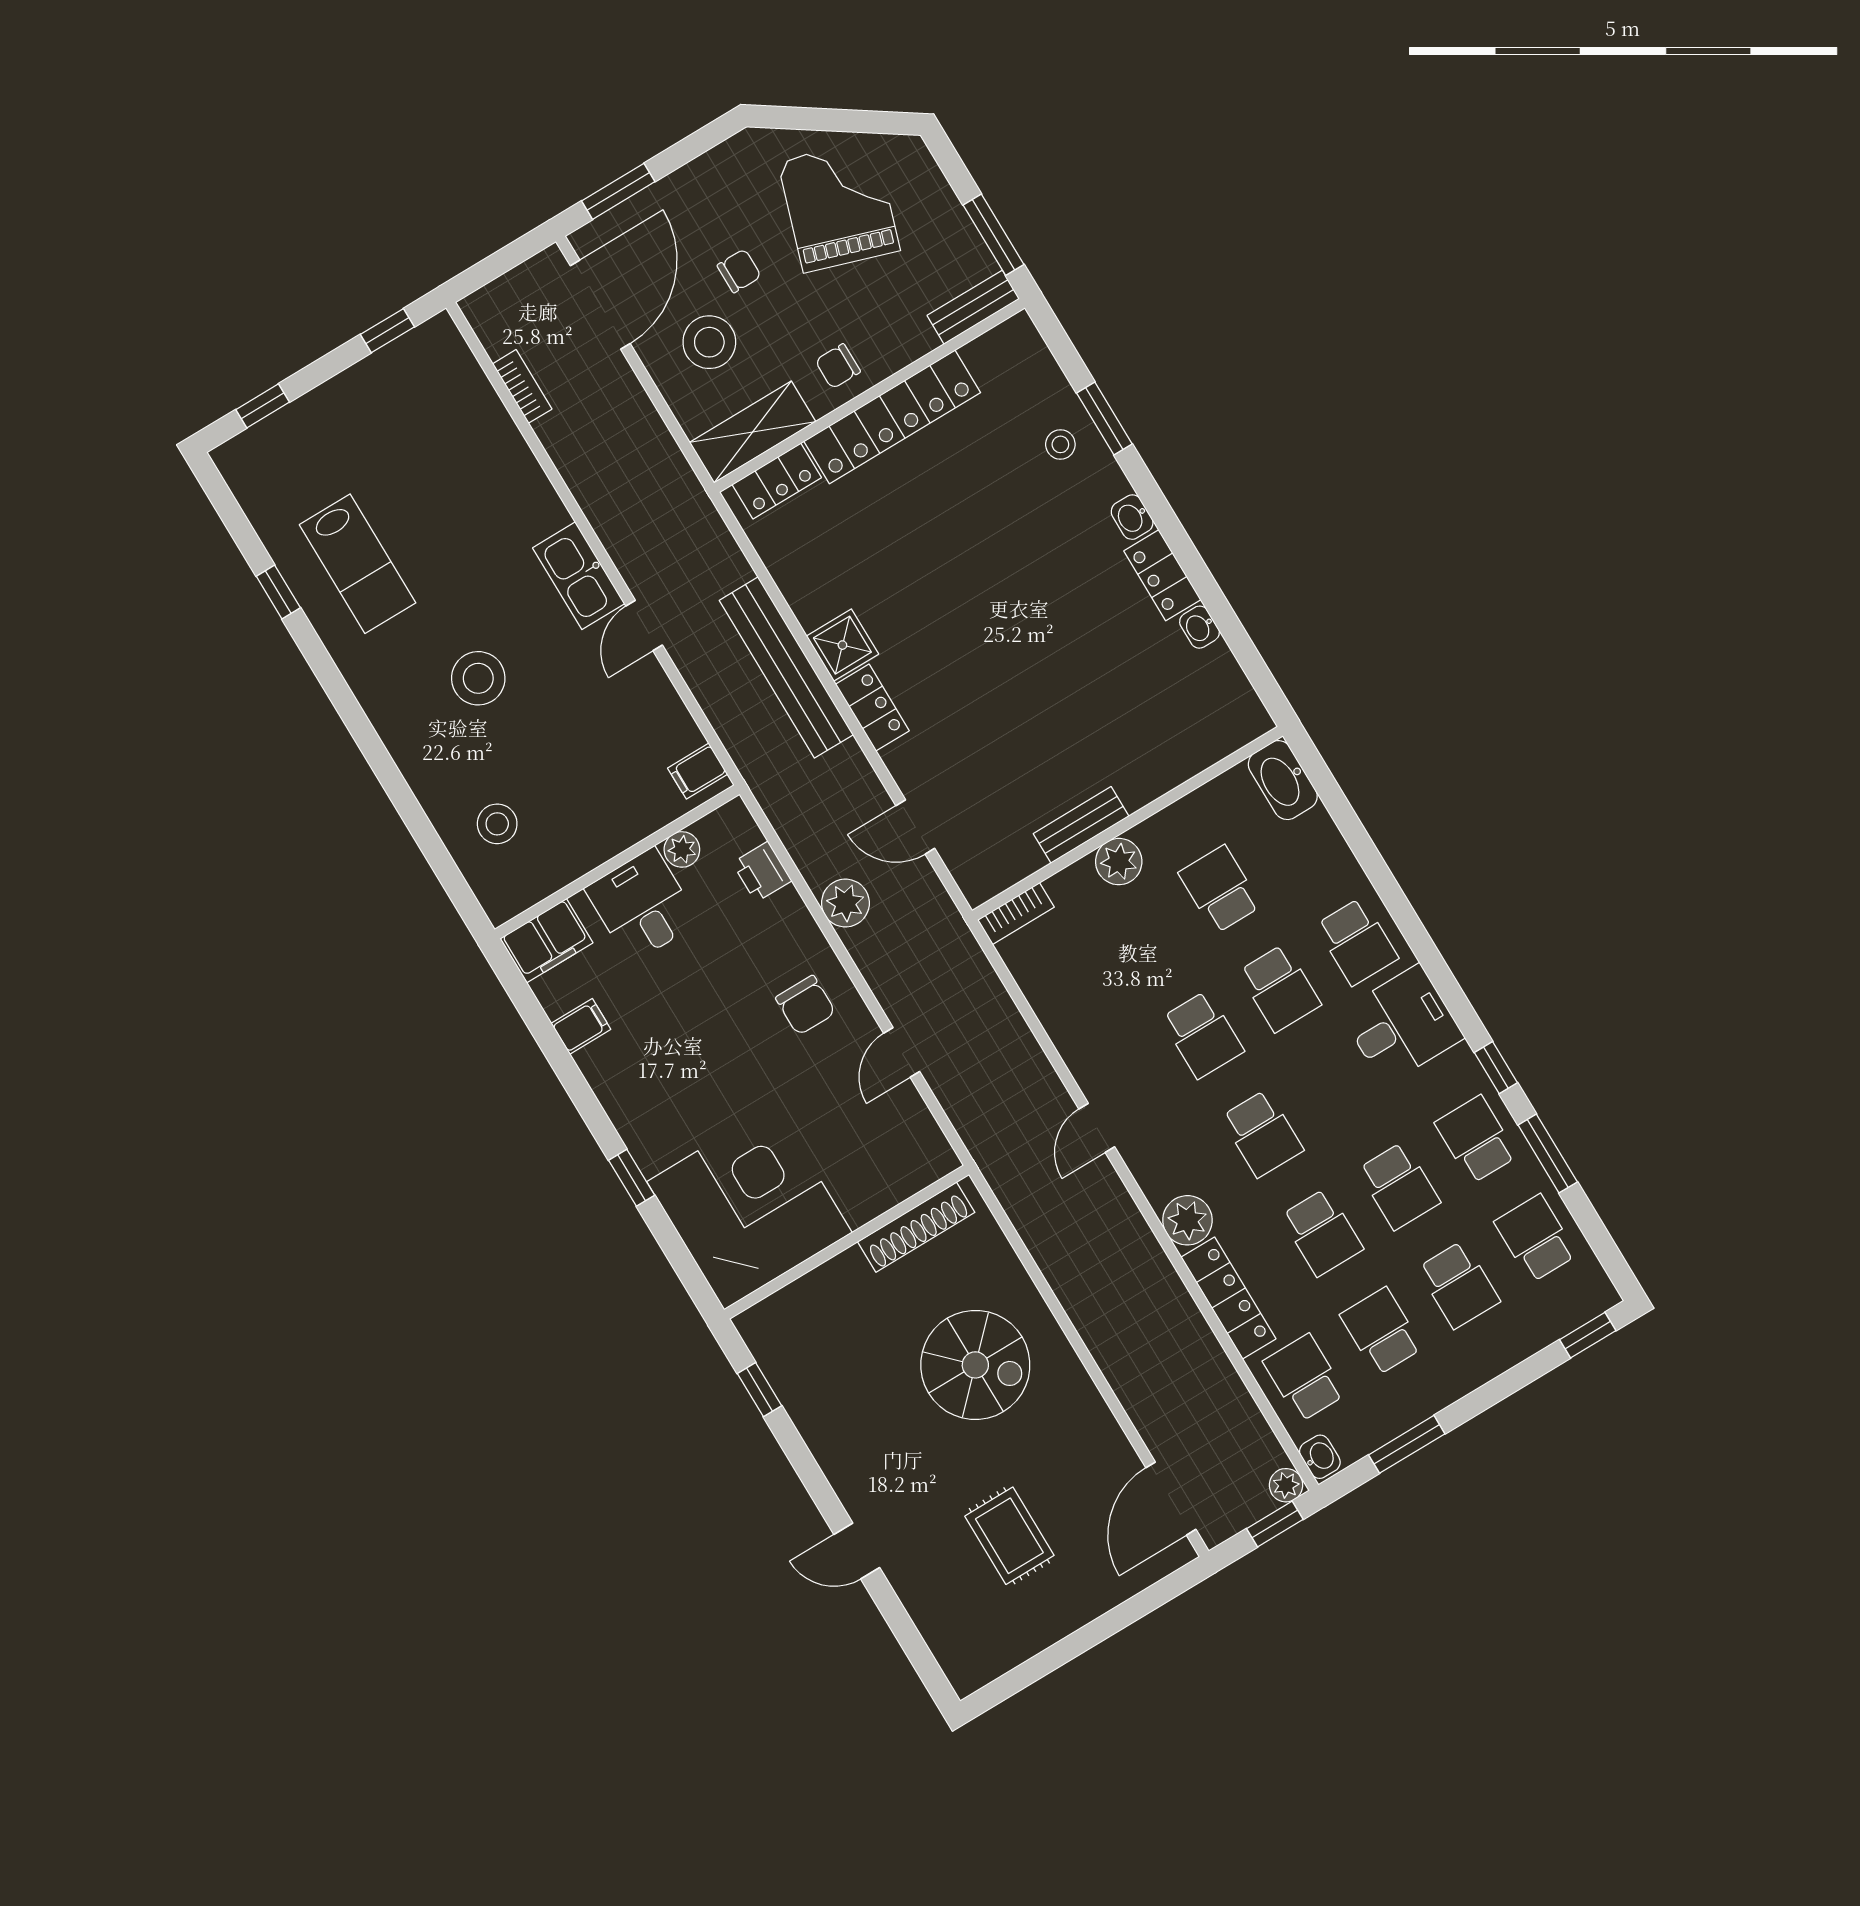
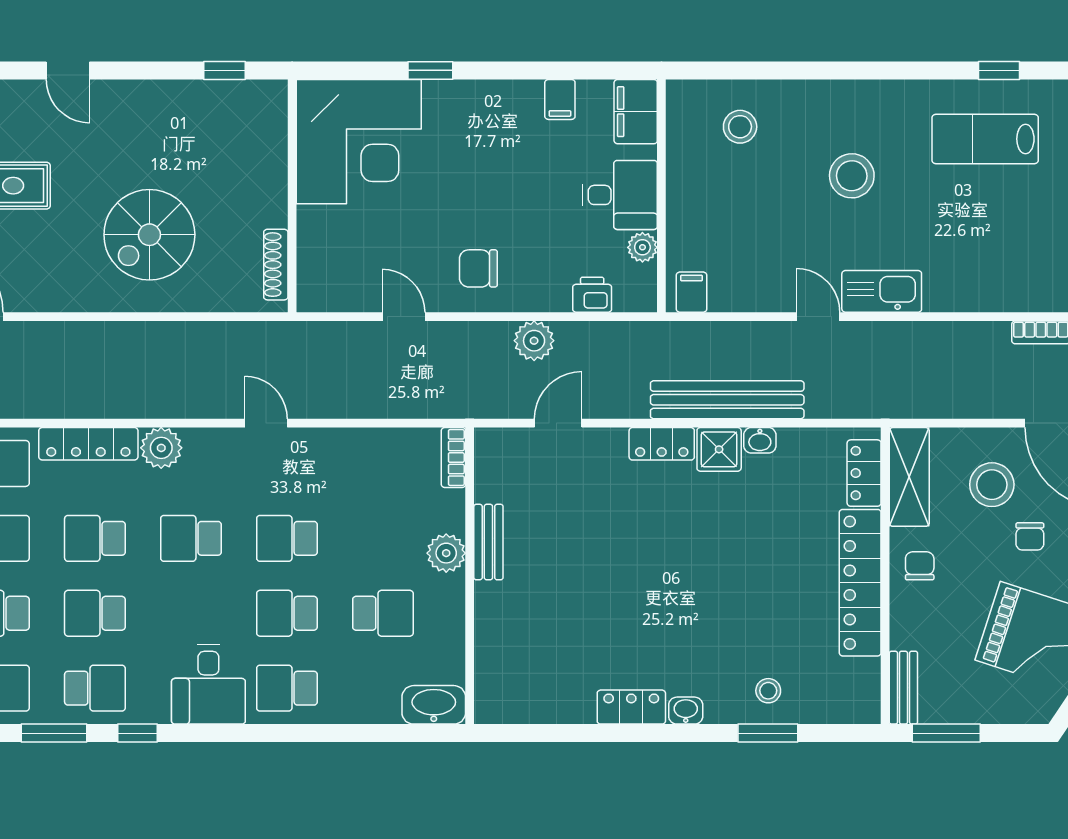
washbasin: (1200, 627) -> (760, 440), moved, turned 180
shoe rack: (916, 1227) -> (276, 265), width x0.74, depth x0.81
door: (857, 1551) -> (68, 70), swing flipped

